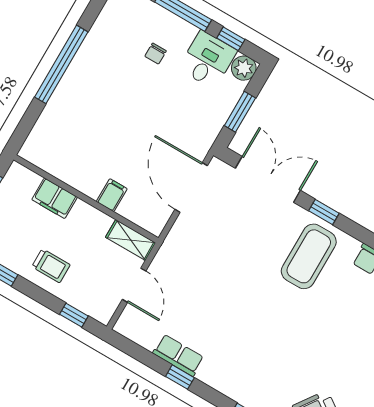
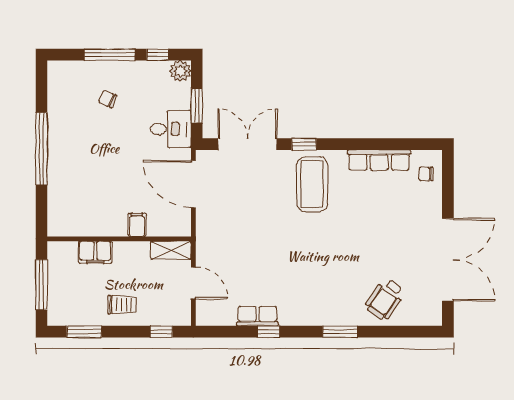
chair: (156, 54) -> (108, 99), turned 113
desk: (208, 60) -> (171, 129), moved, turned 90

